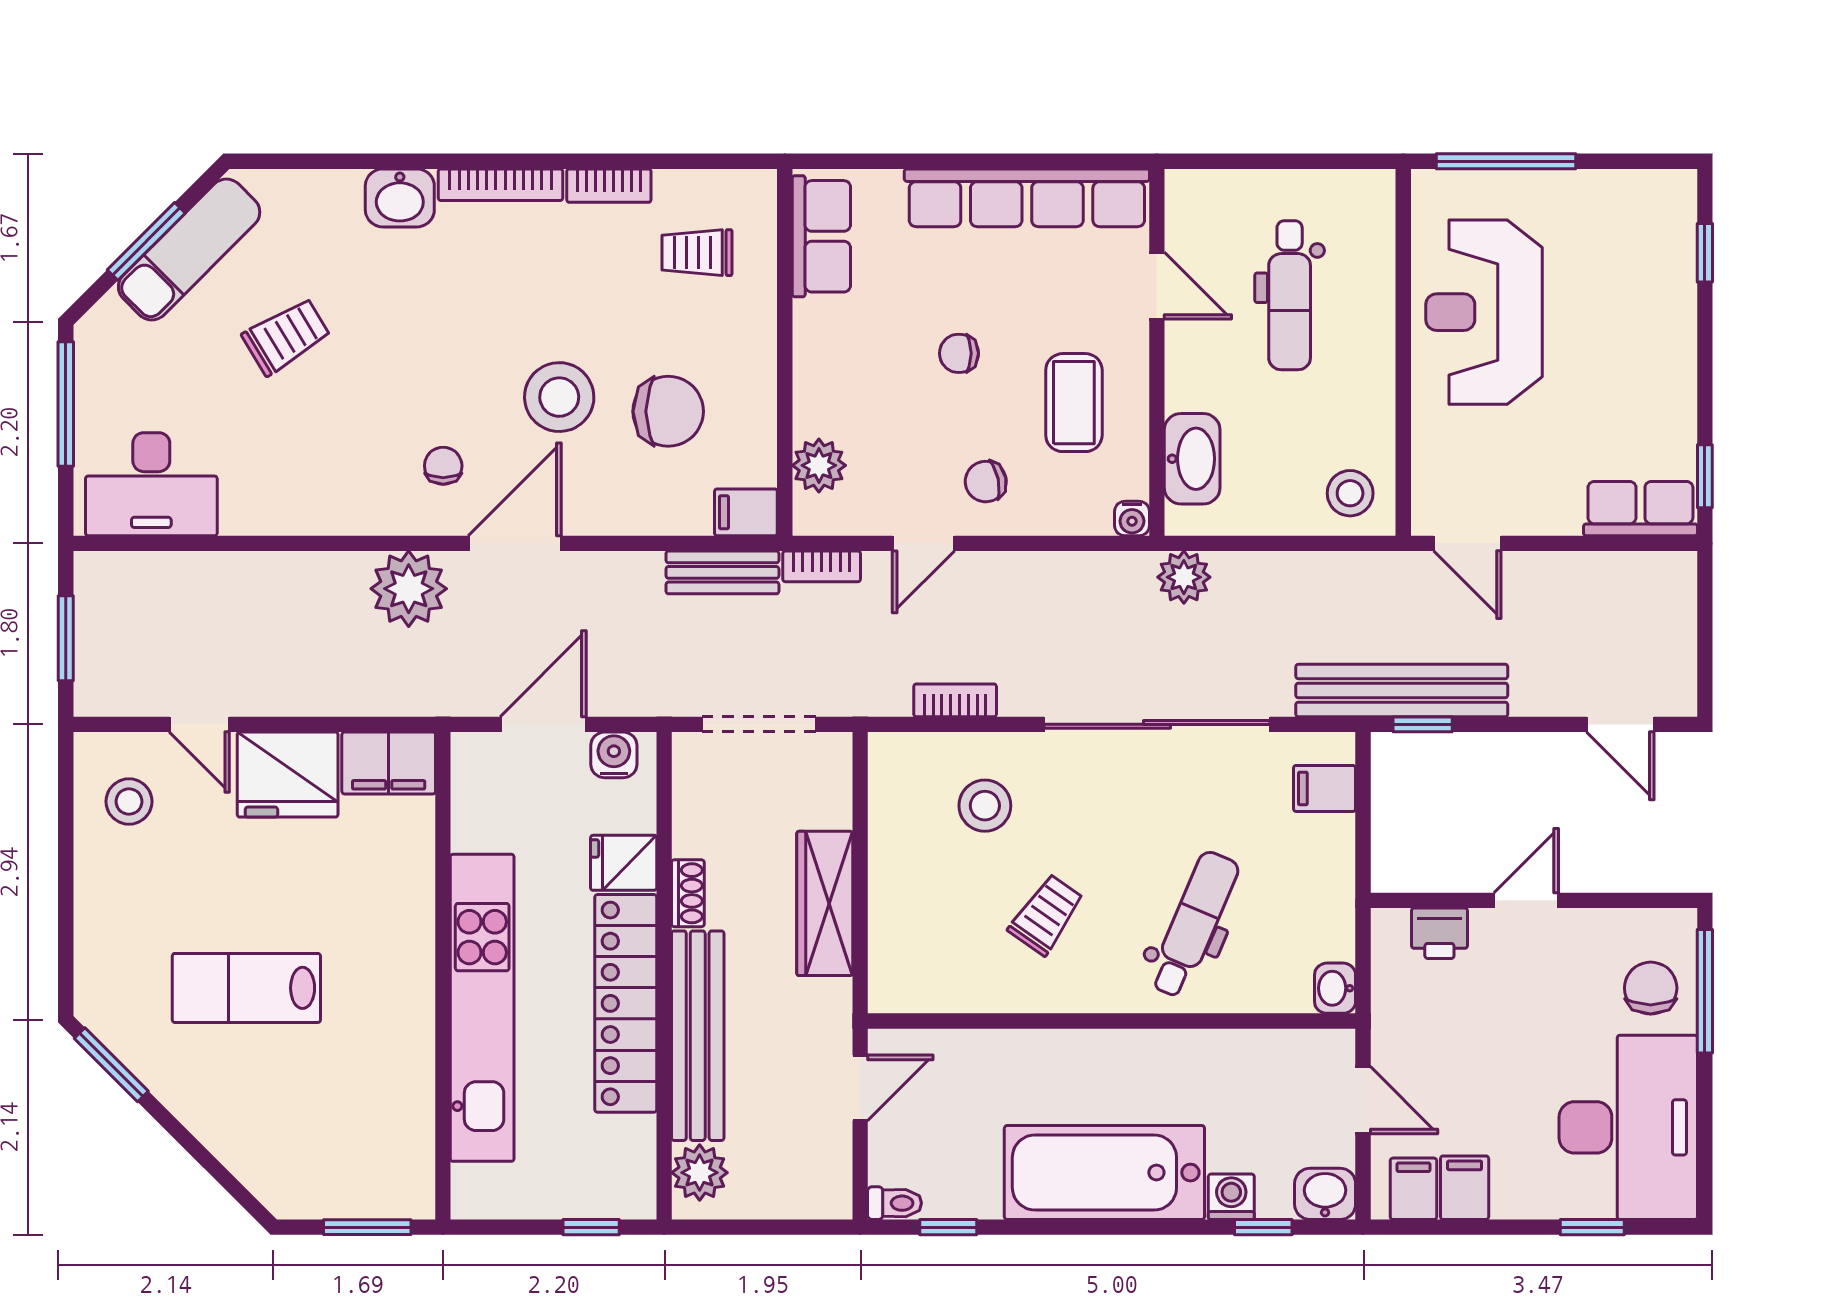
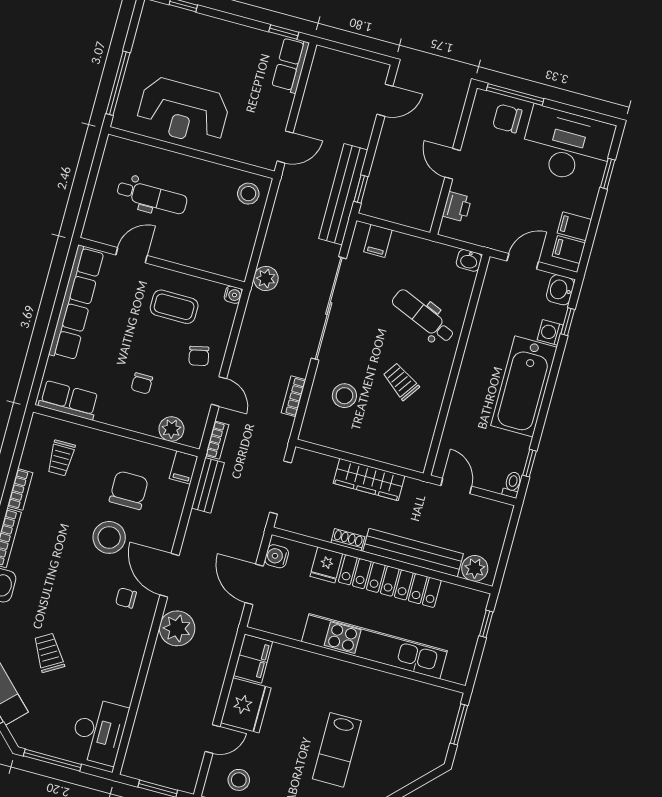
chair: (959, 353) -> (142, 383), moved
washbasin: (1192, 459) -> (214, 260), removed

